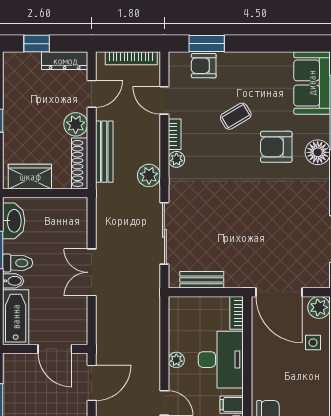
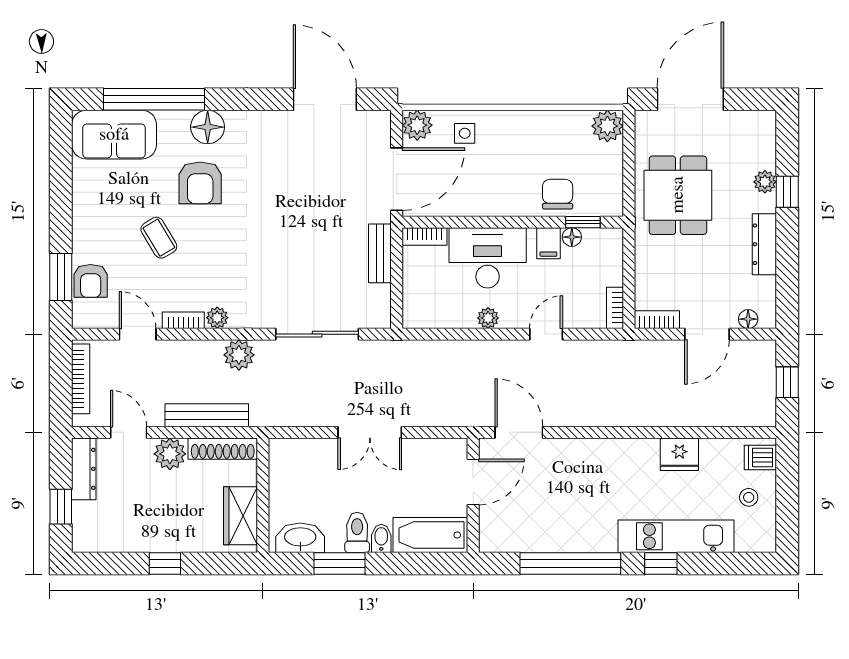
door: (164, 100) -> (138, 334), swing flipped
bench: (202, 280) -> (380, 253), moved

